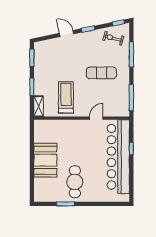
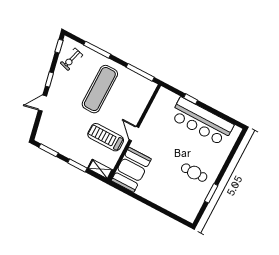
exercise mat: (101, 73) -> (100, 89), width x1.36, depth x1.45
door: (96, 118) -> (134, 134), moved
bar counter: (118, 157) -> (202, 121), width x0.73
booth: (45, 160) -> (131, 170), moved, turned 90
cafe table: (75, 182) -> (194, 173), width x0.73, depth x0.74

